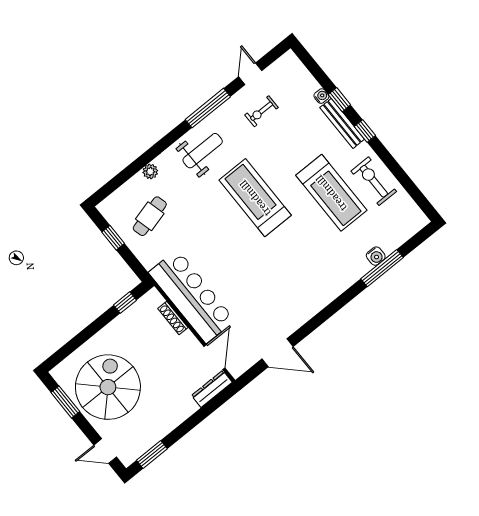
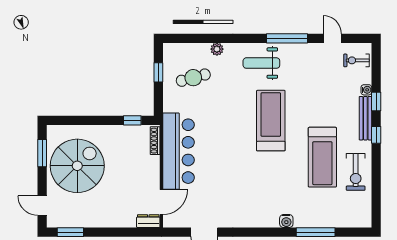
door: (250, 74) -> (332, 38), hinge flipped
exercise bike: (262, 111) -> (356, 60), moved
weight bench: (203, 151) -> (261, 63), turned 180
exercise bike: (374, 181) -> (356, 172), turned 180
water cooler: (376, 256) -> (286, 221), moved
shoe rack: (173, 318) -> (155, 141), moved
dresser: (212, 389) -> (148, 221), width x0.70

